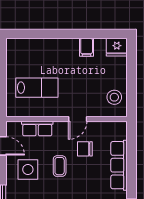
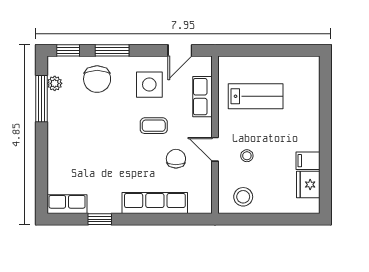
fridge: (117, 47) -> (308, 185), moved
lab bench: (37, 88) -> (256, 96), turned -90
stool: (83, 94) -> (247, 156), added

